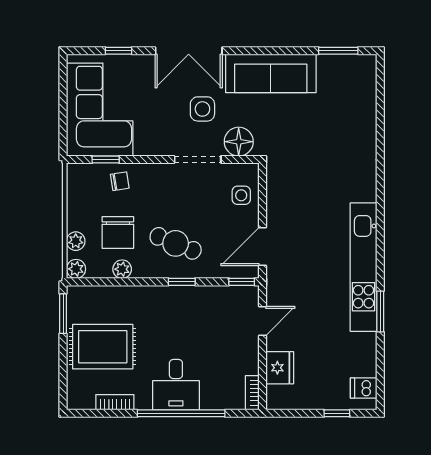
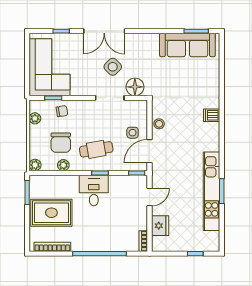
sofa: (271, 73) -> (187, 45), moved
side table: (202, 109) -> (113, 67), turned 45
side table: (241, 195) -> (133, 133), moved
stool: (278, 202) -> (159, 124), added
plant: (76, 241) -> (35, 118), moved
cafe table: (176, 243) -> (96, 149), turned -32
kitchen unit: (364, 267) -> (212, 191), moved
desk: (176, 385) -> (94, 190), moved, turned 180
dishwasher: (364, 388) -> (212, 115), moved
bookcase: (115, 402) -> (52, 247), width x1.56

